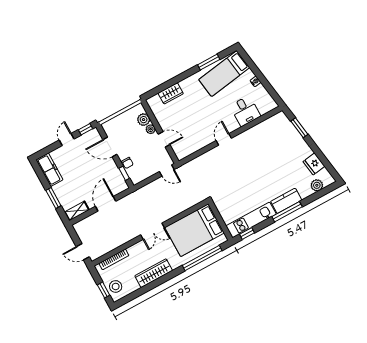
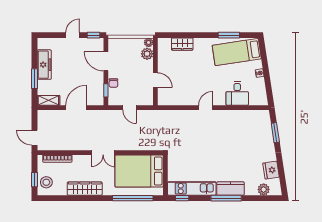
plant: (151, 129) -> (149, 42), moved
freezer: (49, 170) -> (44, 65), moved
door: (167, 170) -> (130, 108), moved

